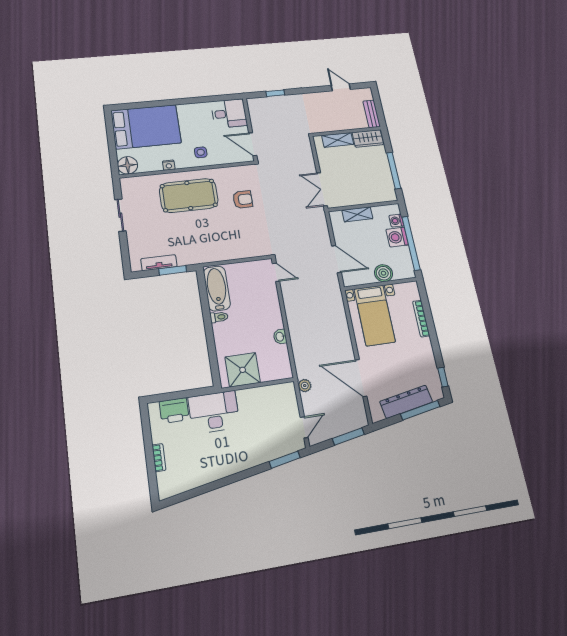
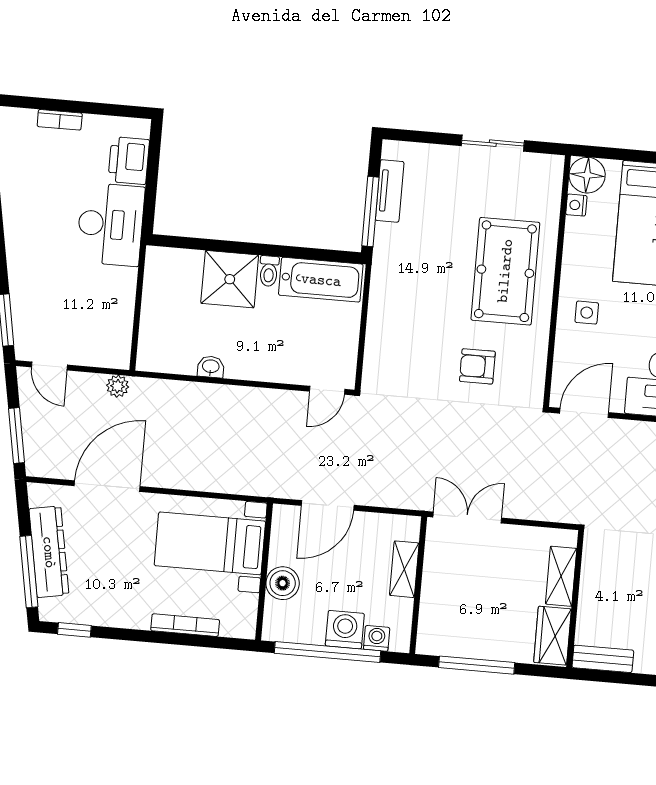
nightstand: (169, 165) -> (576, 205), moved
armchair: (243, 199) -> (477, 366), turned 90
window: (173, 270) -> (370, 212), width x1.44
shower: (243, 370) -> (230, 279), moved

